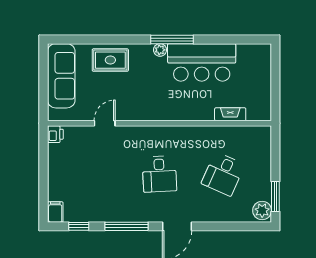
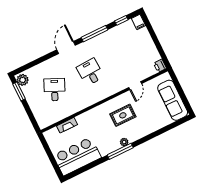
rug: (110, 60) -> (123, 115), moved
bar counter: (202, 62) -> (77, 156), moved

